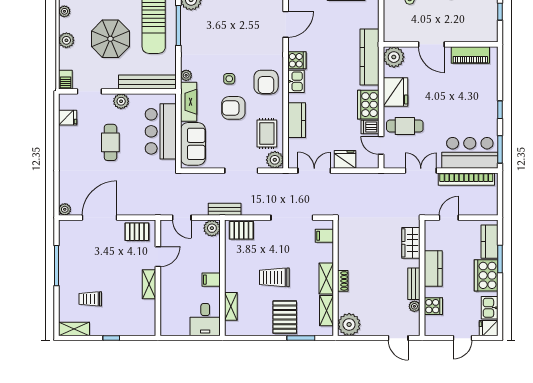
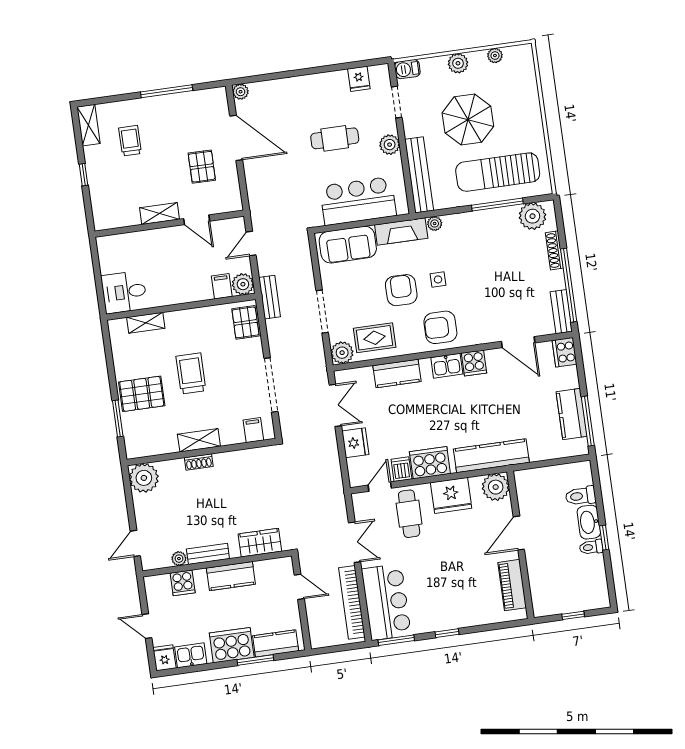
pallet: (137, 232) -> (202, 167), moved
filing cabinet: (211, 280) -> (222, 286), moved
shelving: (326, 311) -> (158, 446), removed

